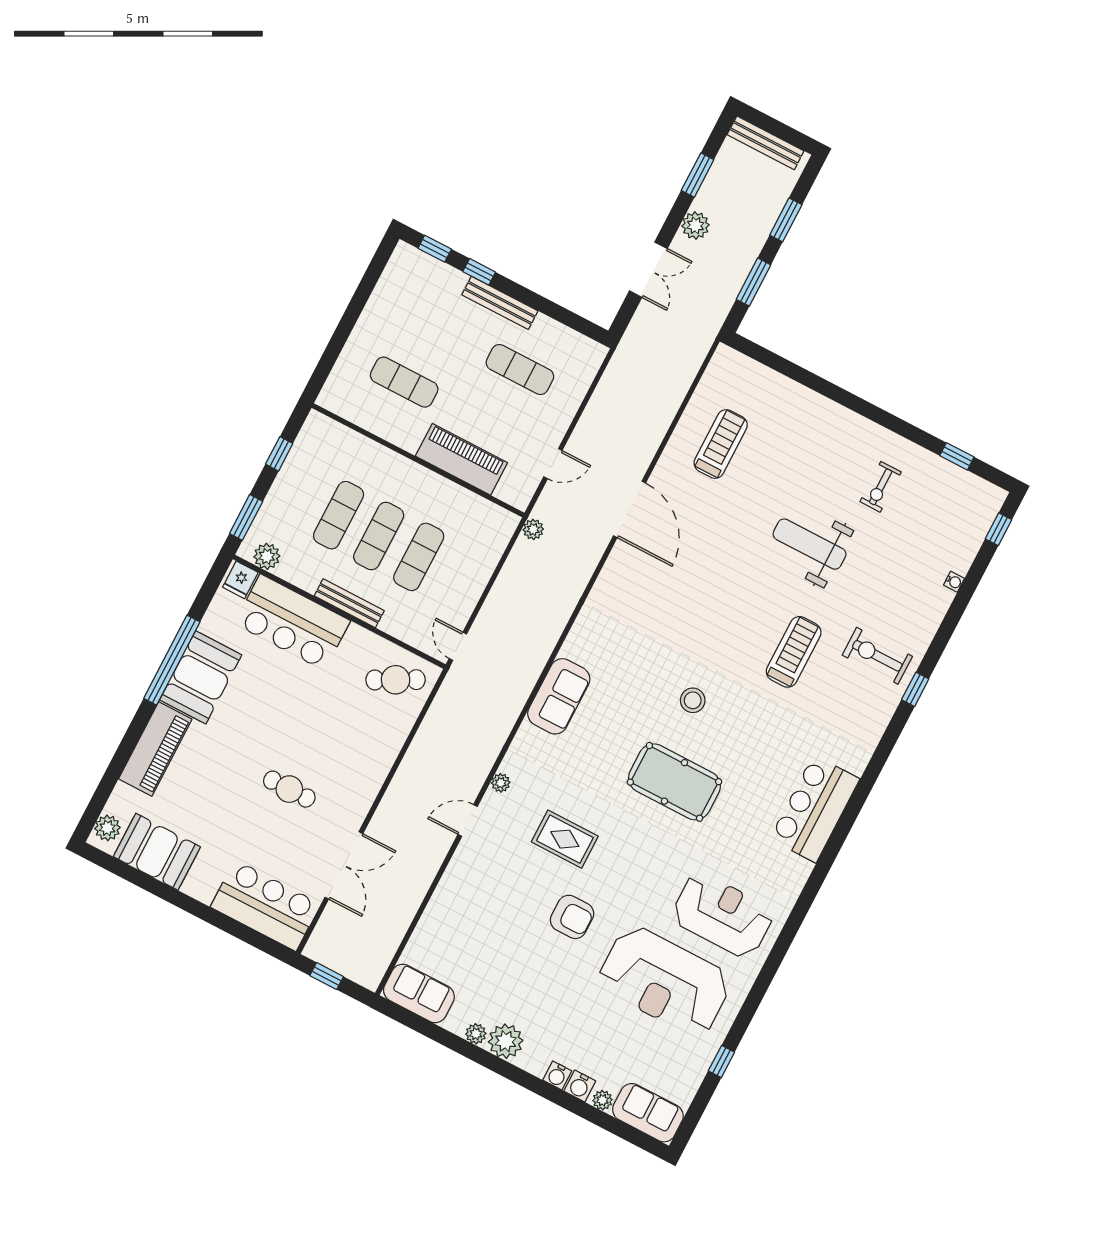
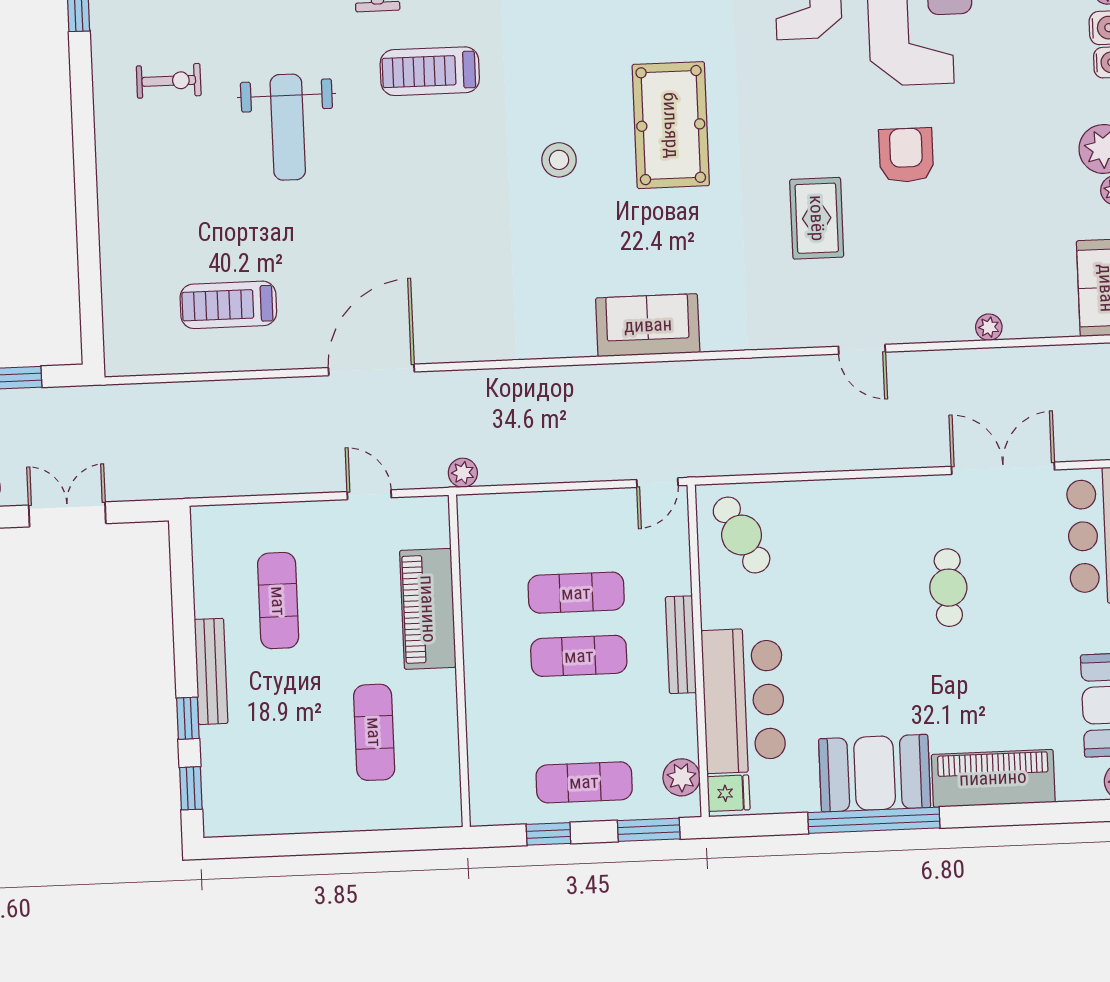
exercise mat: (339, 515) -> (584, 782), moved
plant: (501, 783) -> (989, 327), moved

